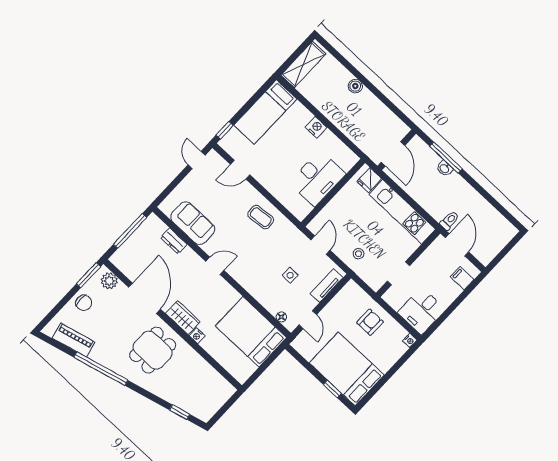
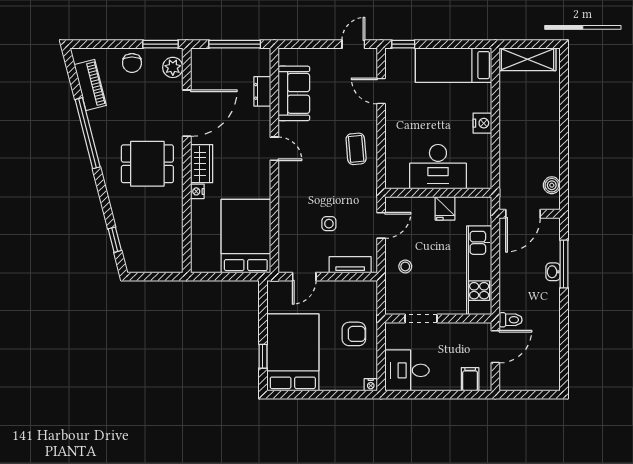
boiler: (355, 86) -> (552, 185), moved
fridge: (369, 180) -> (445, 208), moved, turned -90
floor lamp: (281, 317) -> (284, 251), removed

